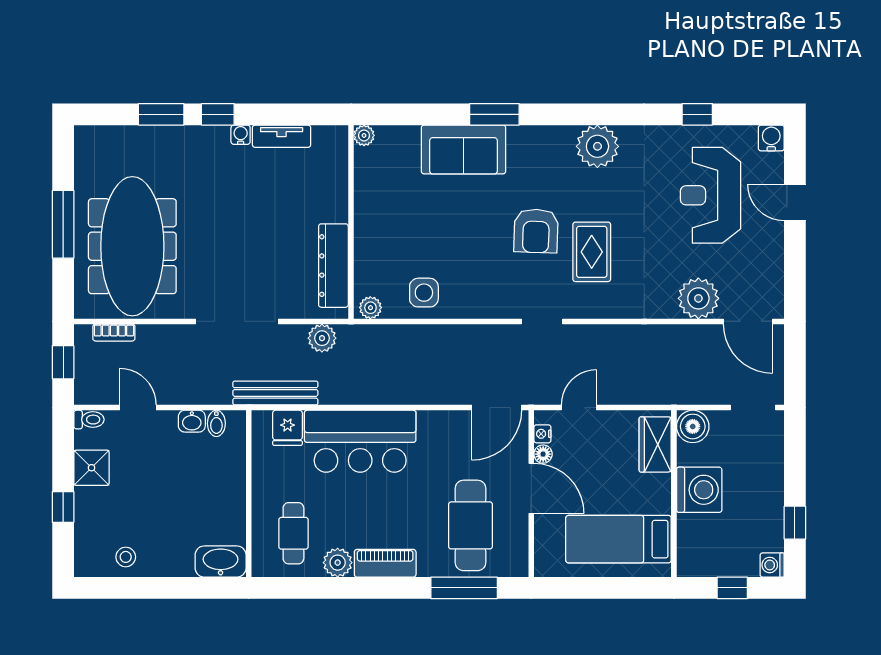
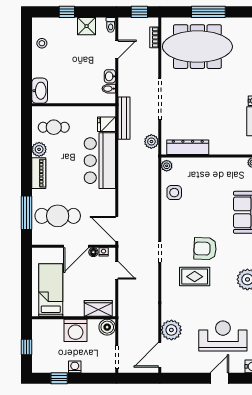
washing machine: (772, 565) -> (75, 367), moved

